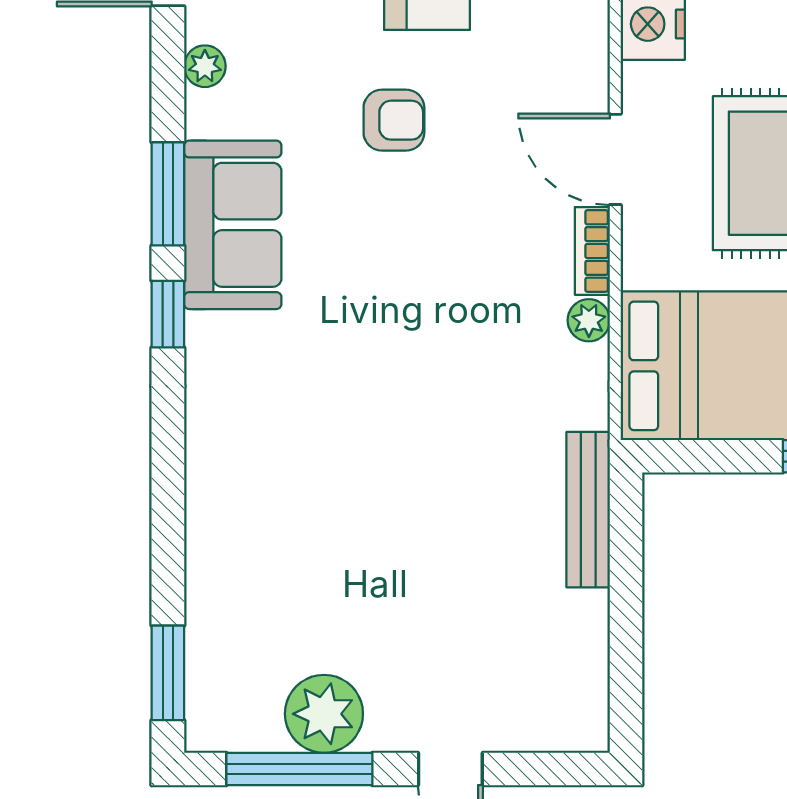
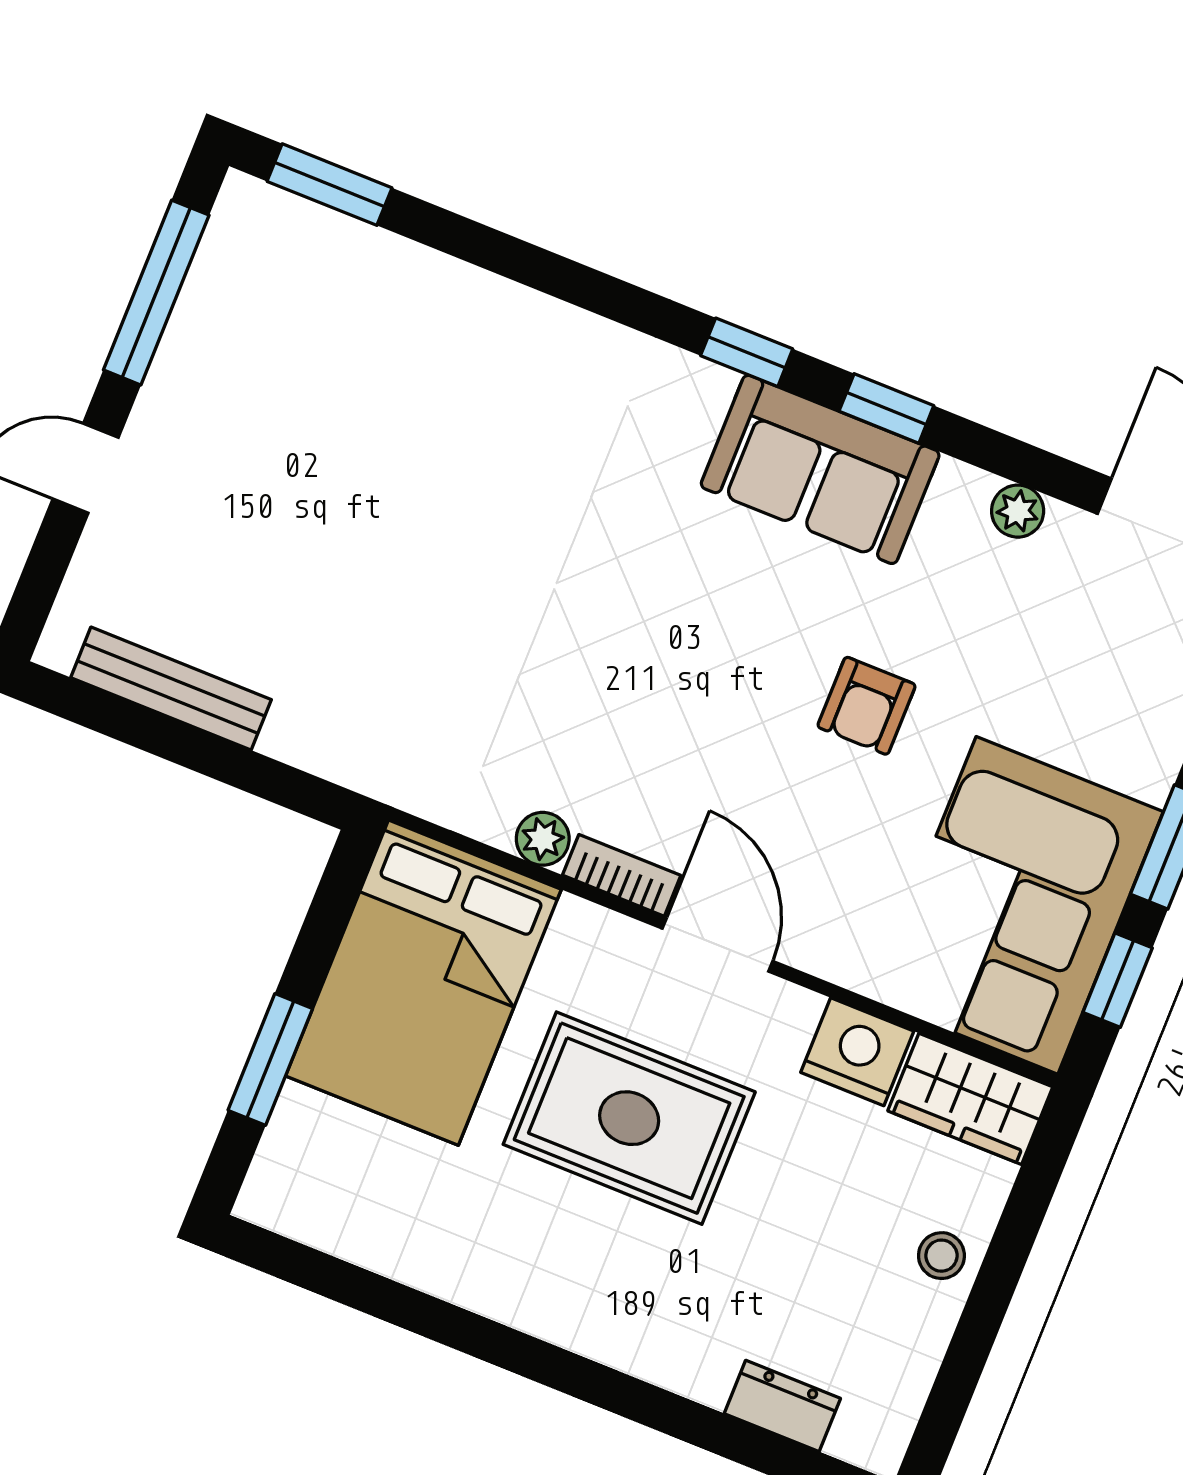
door: (615, 159) -> (717, 945), hinge flipped
window: (168, 194) -> (886, 408), width x0.67
bench: (588, 510) -> (171, 689), moved
plant: (324, 714) -> (209, 347), removed

